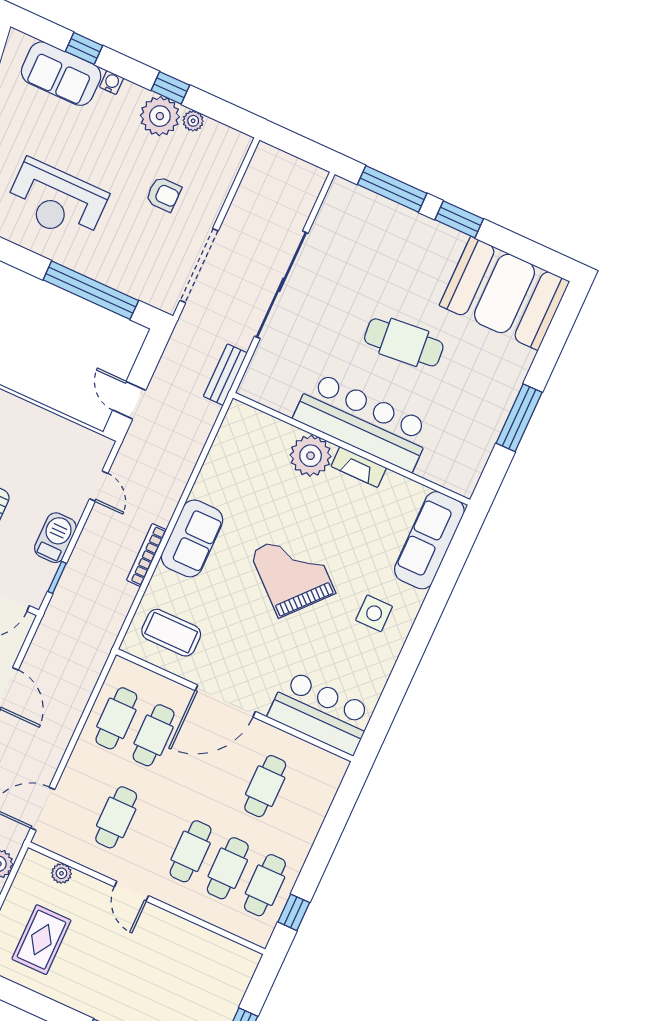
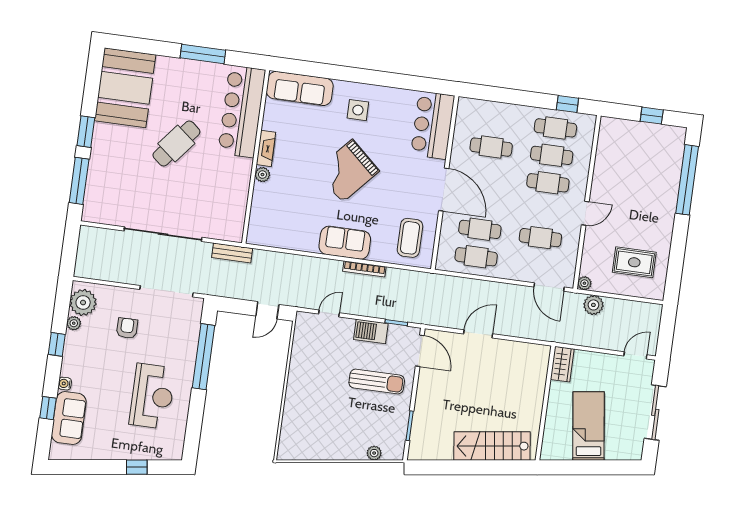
plant: (160, 116) -> (83, 302), moved
cafe table: (404, 342) -> (176, 143), turned 44
bar counter: (363, 422) -> (242, 111), moved
plant: (311, 456) -> (262, 175), width x0.53, depth x0.53
plant: (61, 873) -> (584, 283), moved

